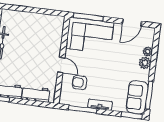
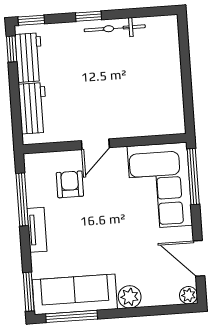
plant: (148, 51) -> (188, 295), moved
sofa: (137, 97) -> (75, 294), width x1.36

